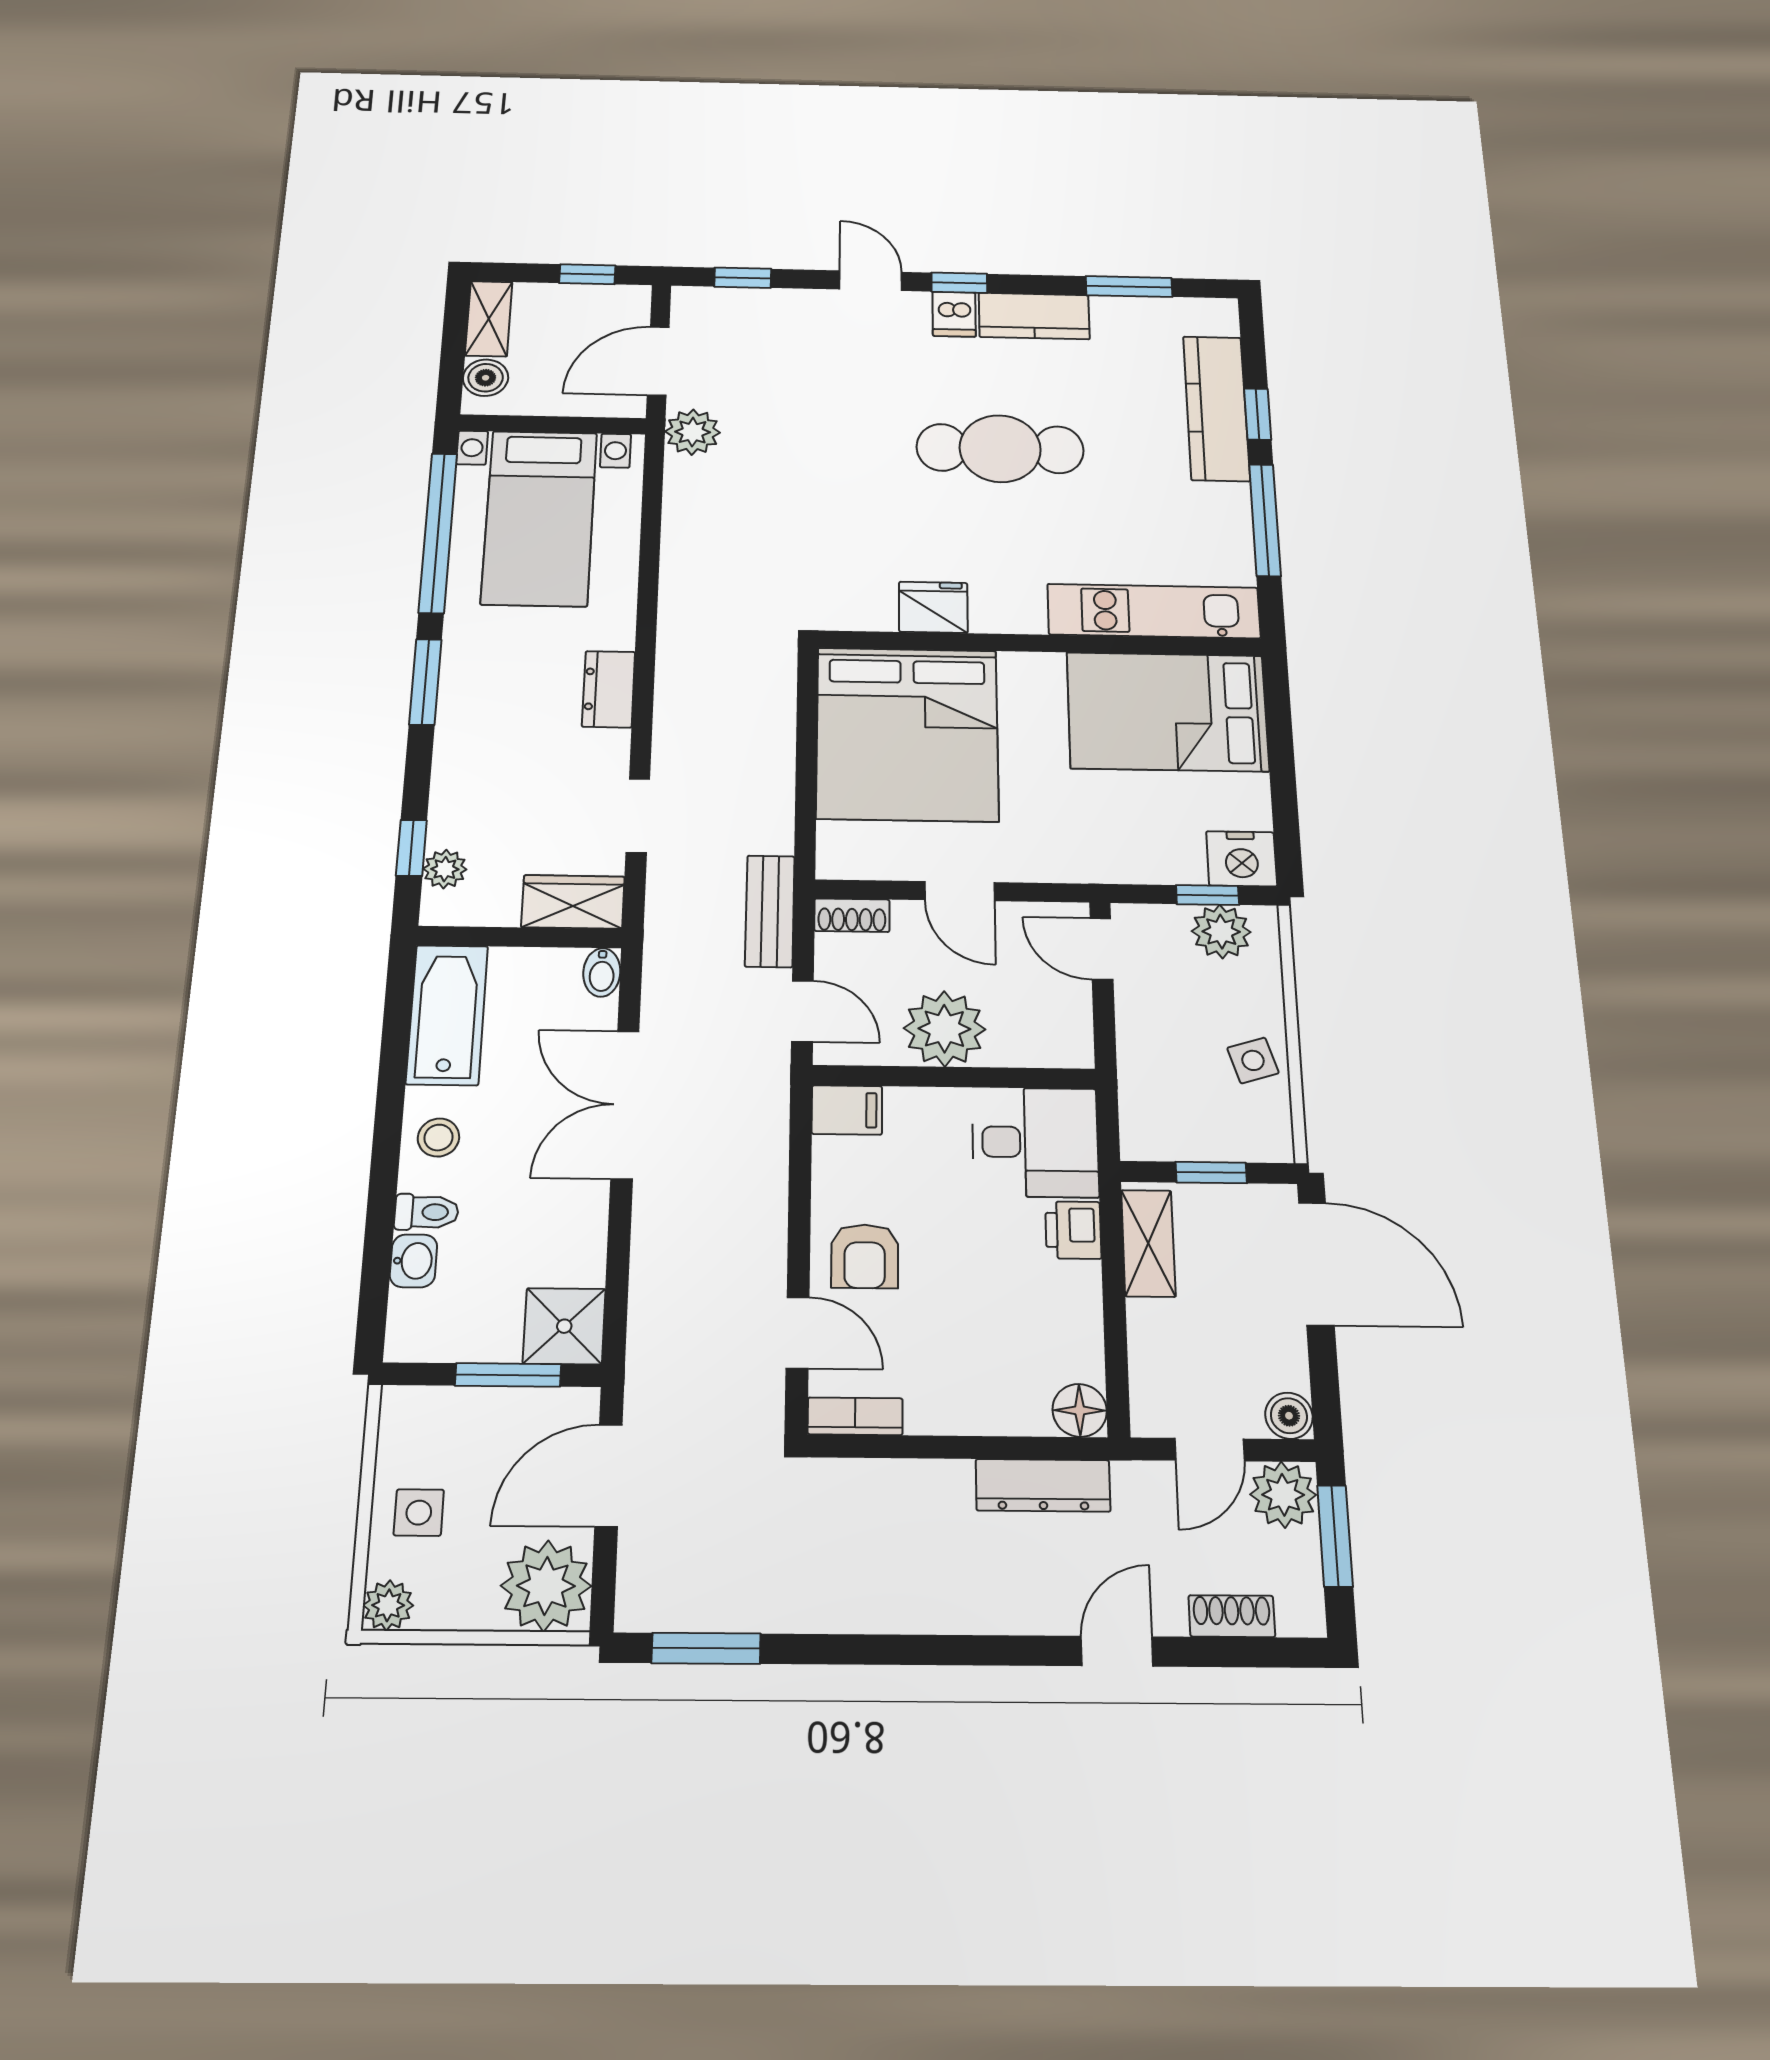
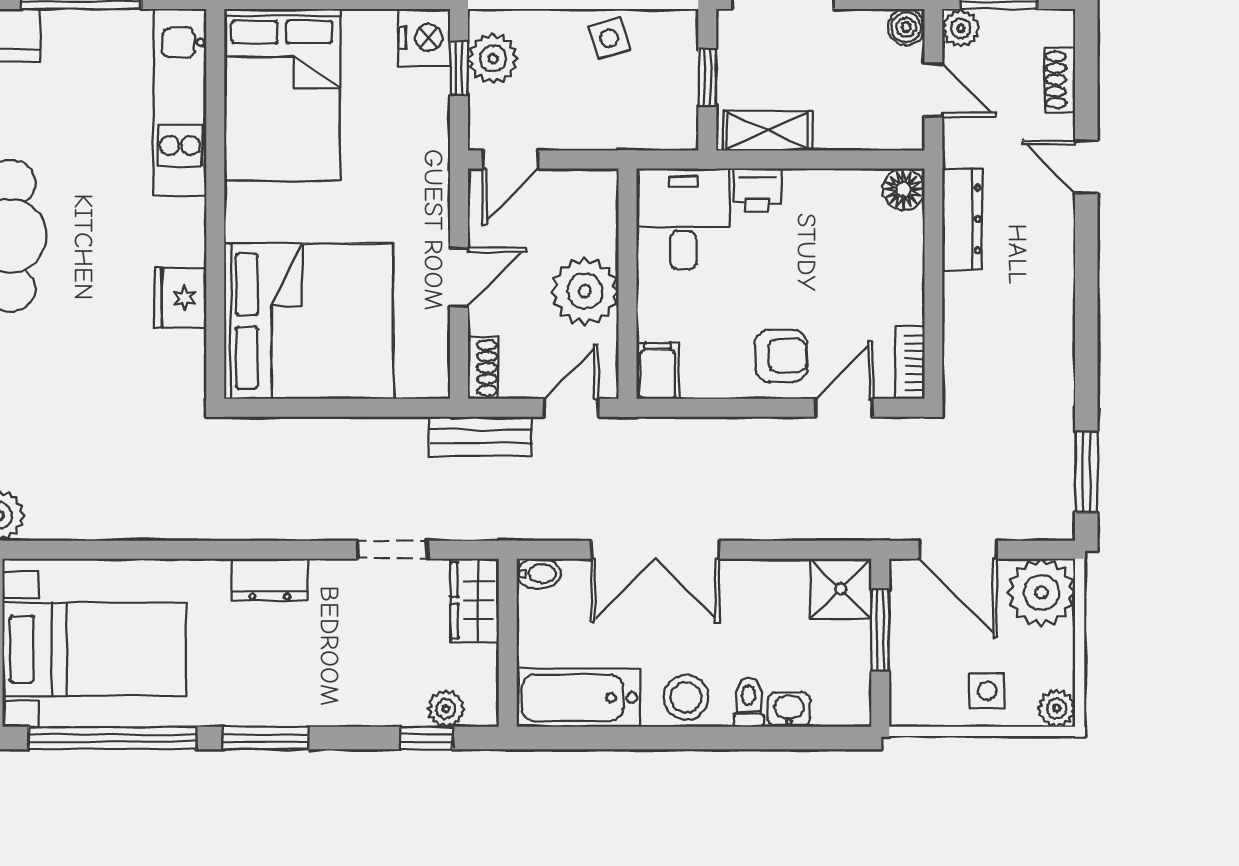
stool: (438, 1138) -> (686, 697), width x1.37, depth x1.37
plant: (1283, 1495) -> (961, 28), width x0.73, depth x0.73

